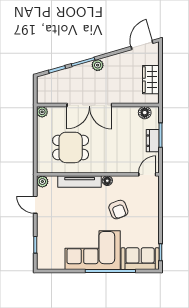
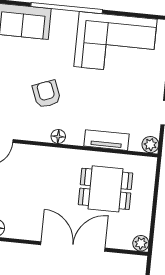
tv unit: (80, 182) -> (106, 140), width x0.71
corner sofa: (93, 250) -> (115, 43), moved

